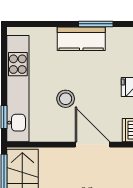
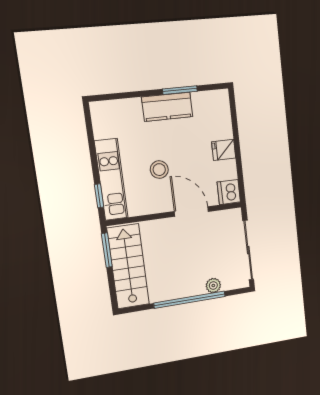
kitchen unit: (18, 89) -> (111, 180), width x0.73

